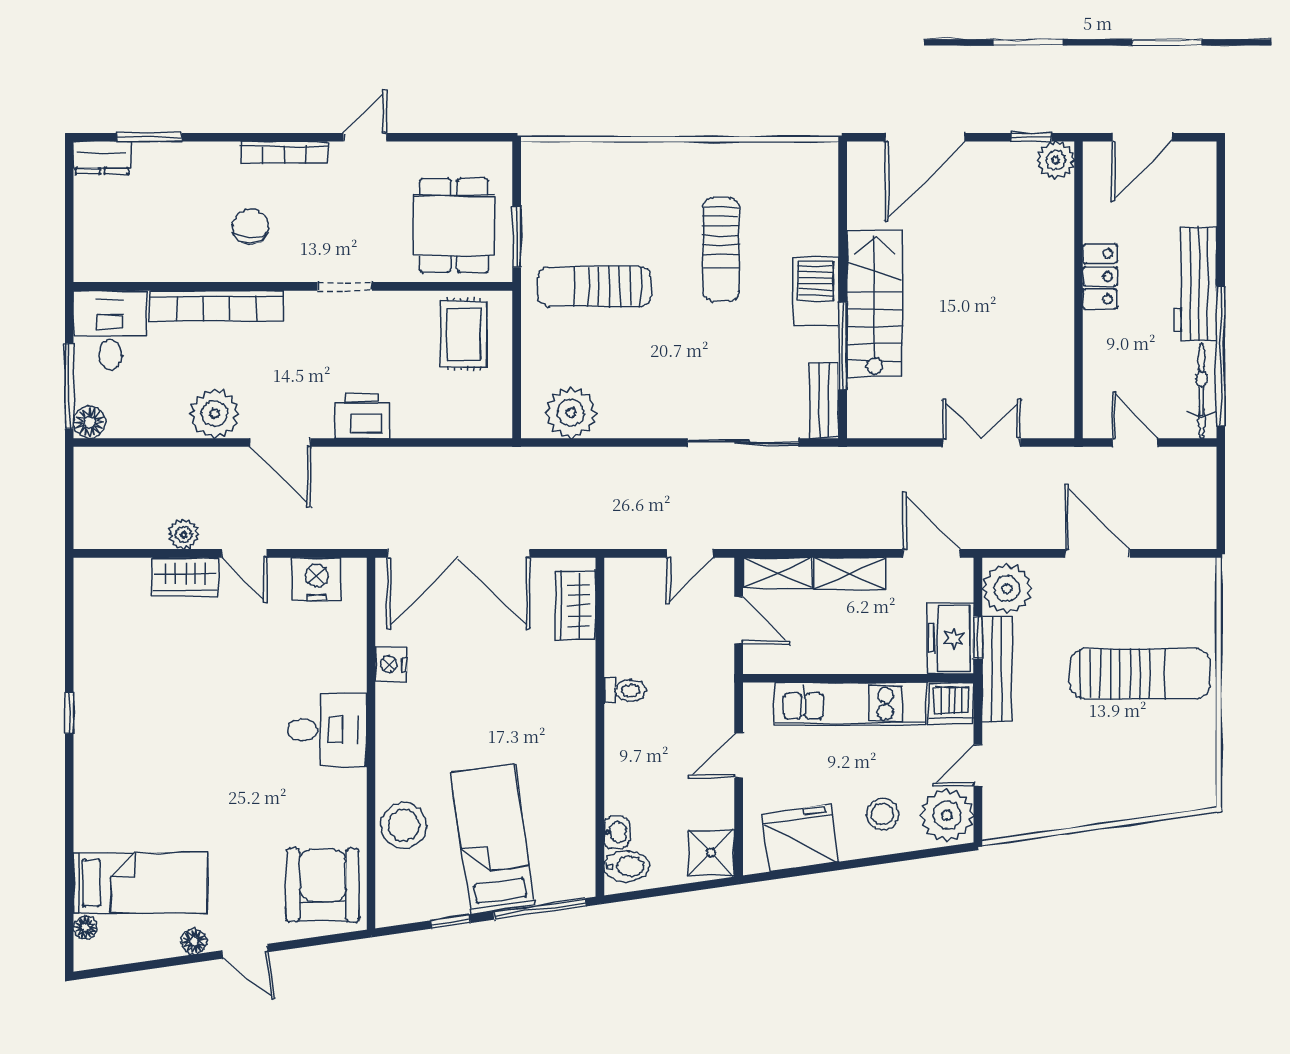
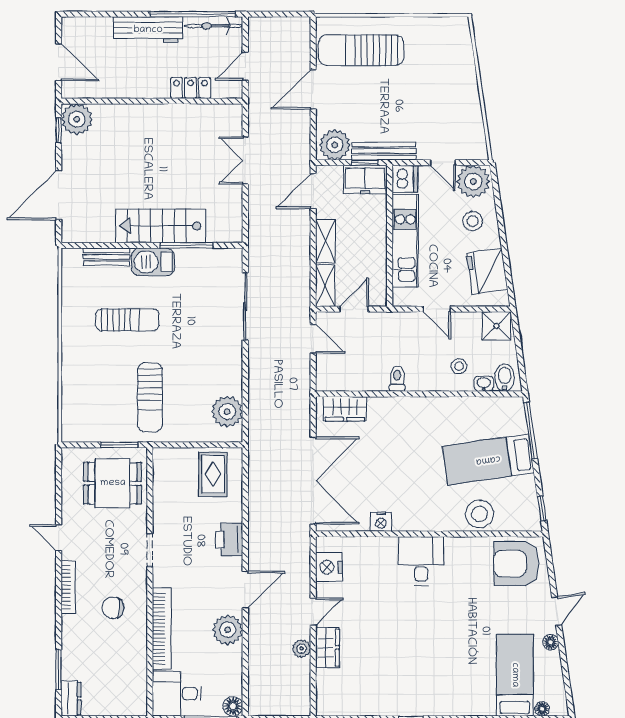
door: (925, 137) -> (59, 195), swing flipped
plant: (1056, 160) -> (77, 119), width x1.36, depth x1.36
locker: (1100, 276) -> (191, 88), moved
rug: (464, 334) -> (213, 474), moved, turned 90
bench: (824, 400) -> (107, 257), moved
sun lounger: (1140, 674) -> (361, 50), moved, turned -90
stool: (645, 792) -> (459, 366), added
window: (450, 922) -> (542, 508), moved

